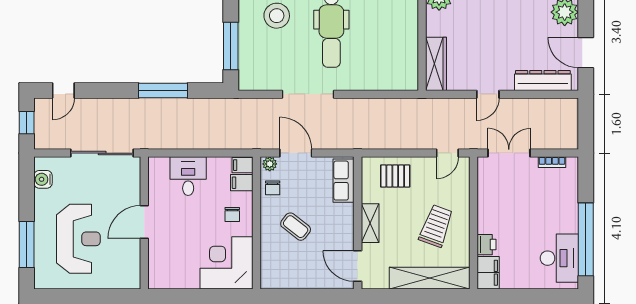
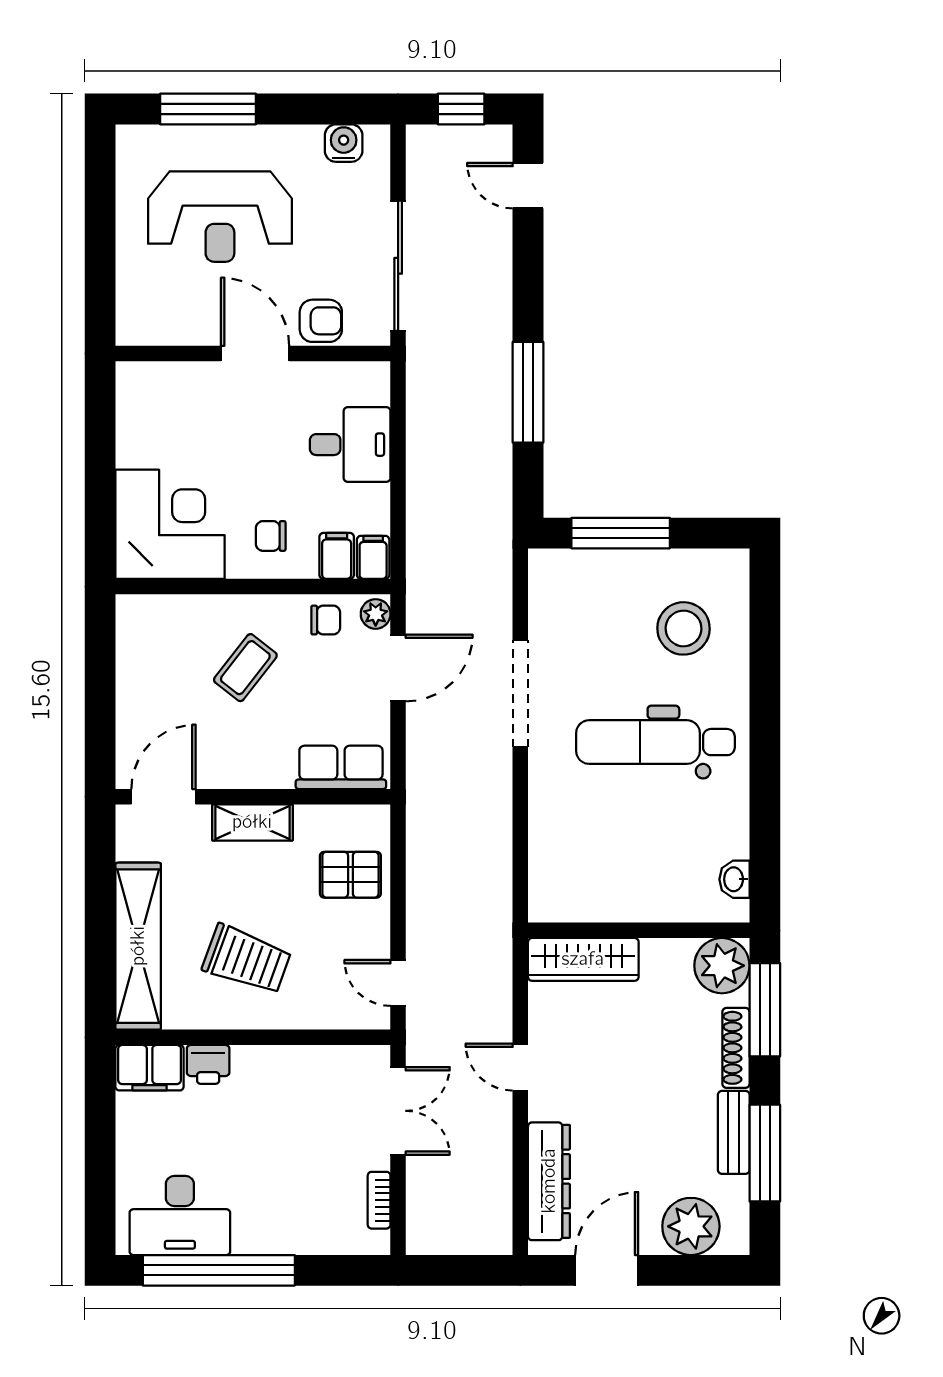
pallet: (395, 176) -> (350, 875), turned 90
chair: (273, 188) -> (326, 620), turned 180
armchair: (129, 190) -> (321, 321), added

